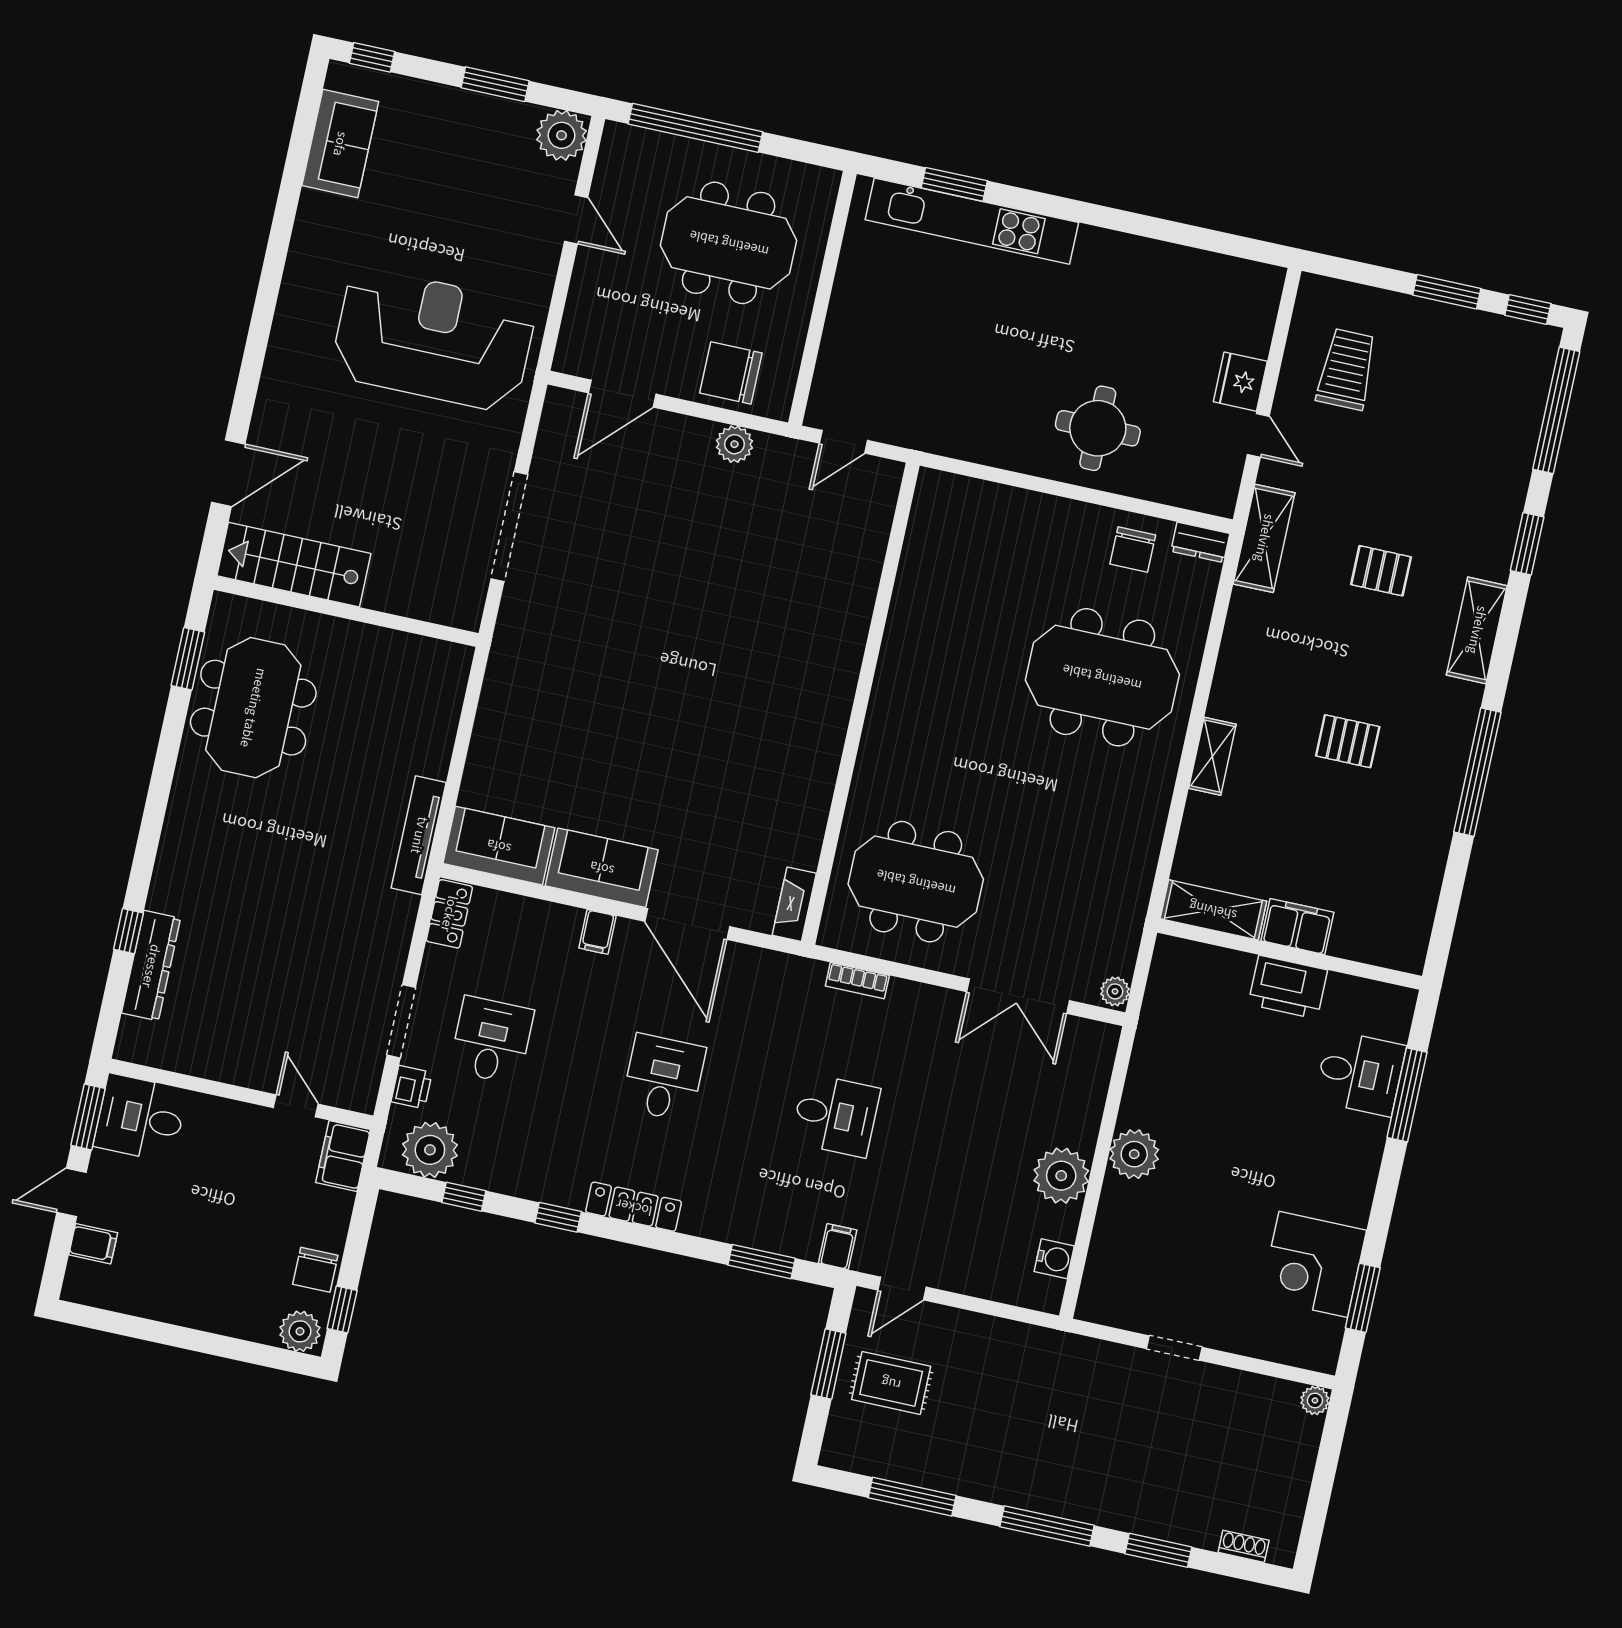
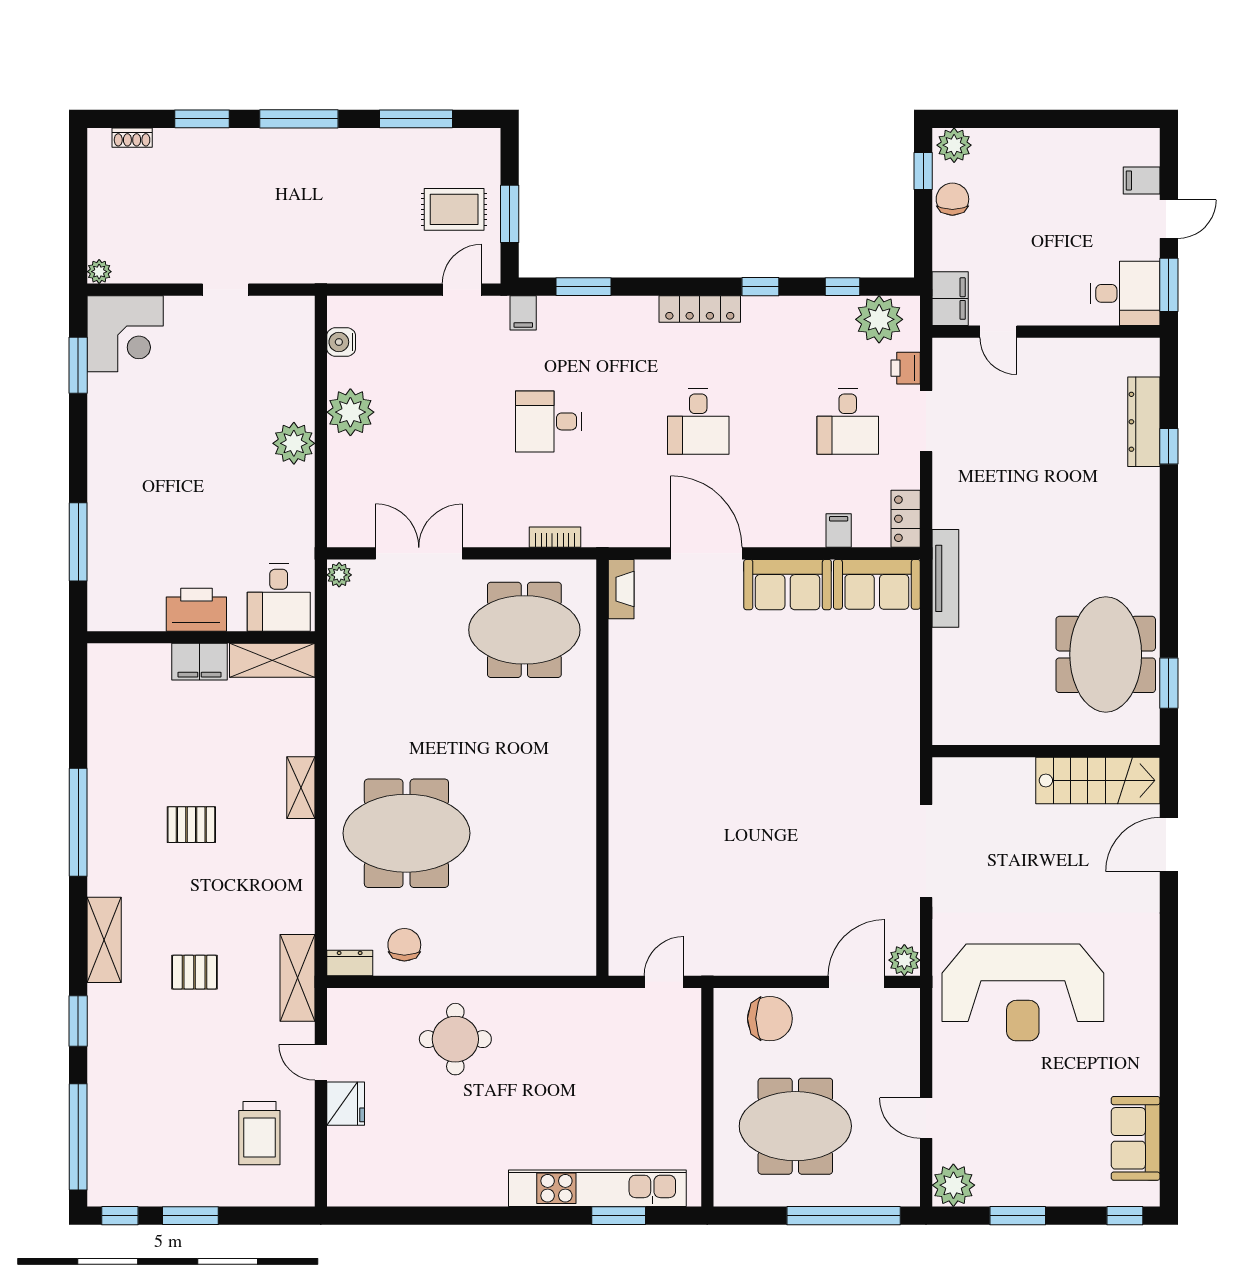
plant: (734, 444) -> (904, 960), moved
filing cabinet: (598, 932) -> (839, 531), moved
desk: (1360, 1073) -> (279, 597), moved, turned -90
corner desk: (1313, 1264) -> (125, 334), moved, turned 90

